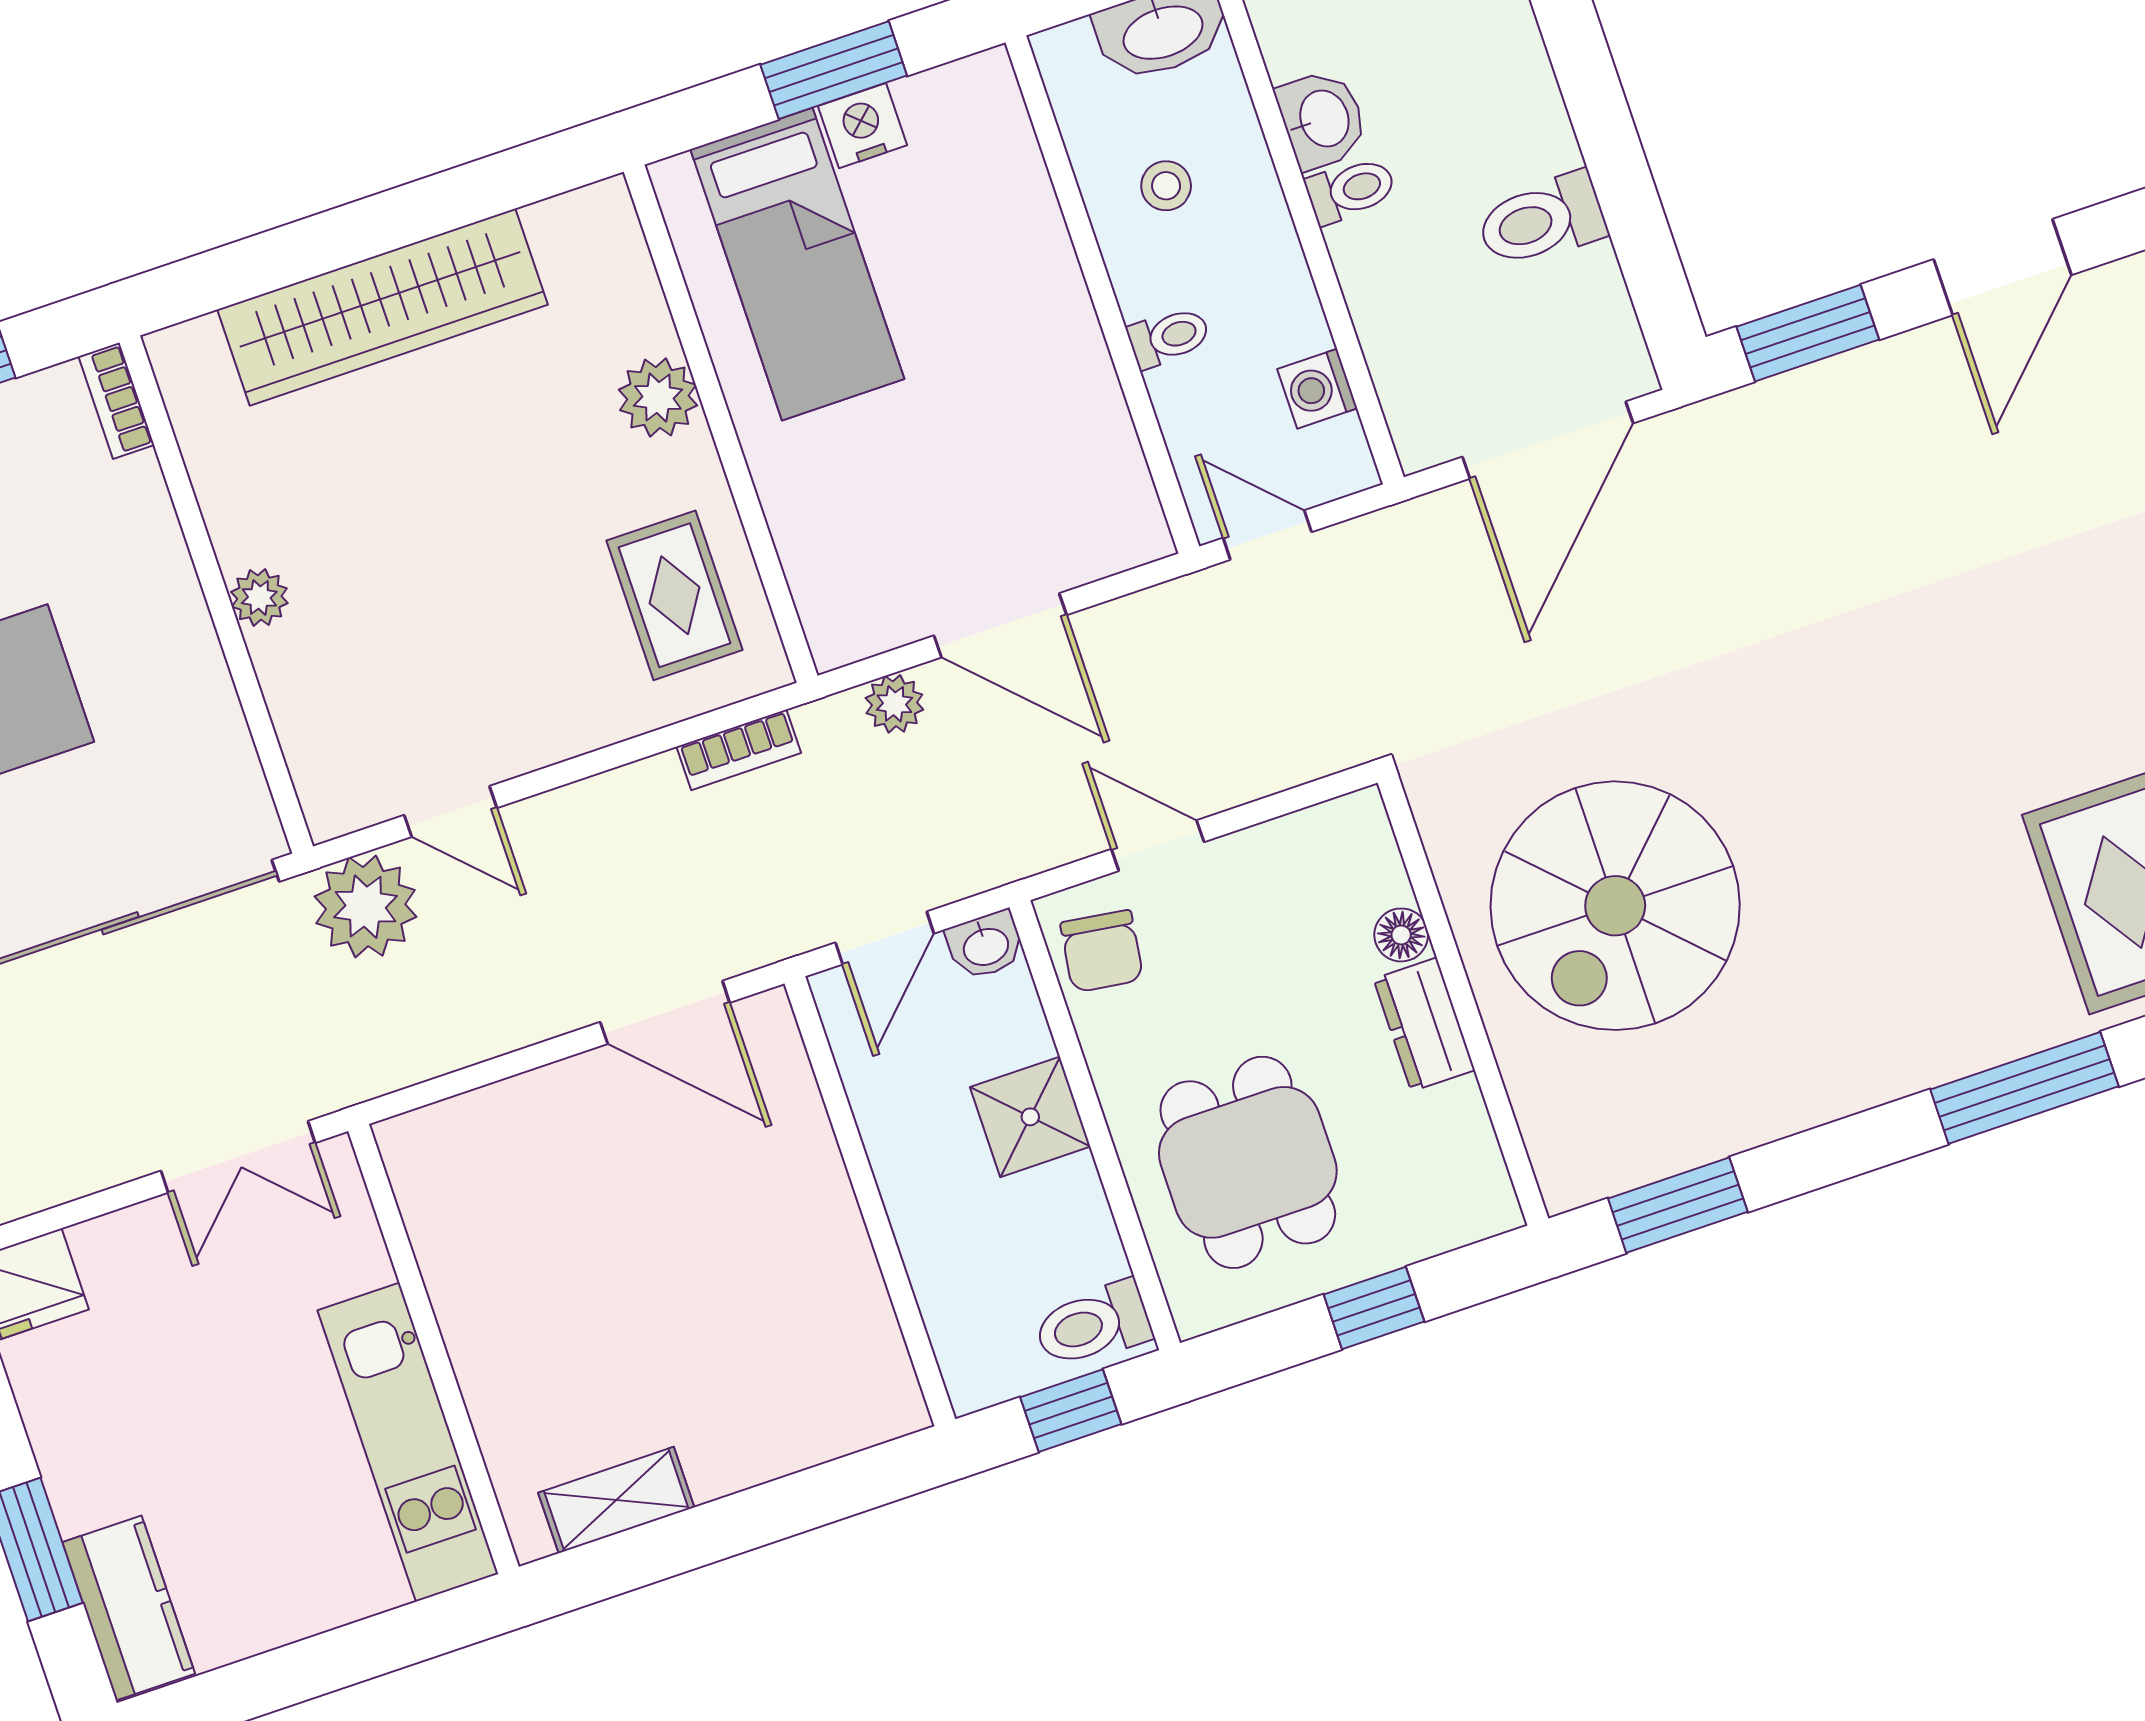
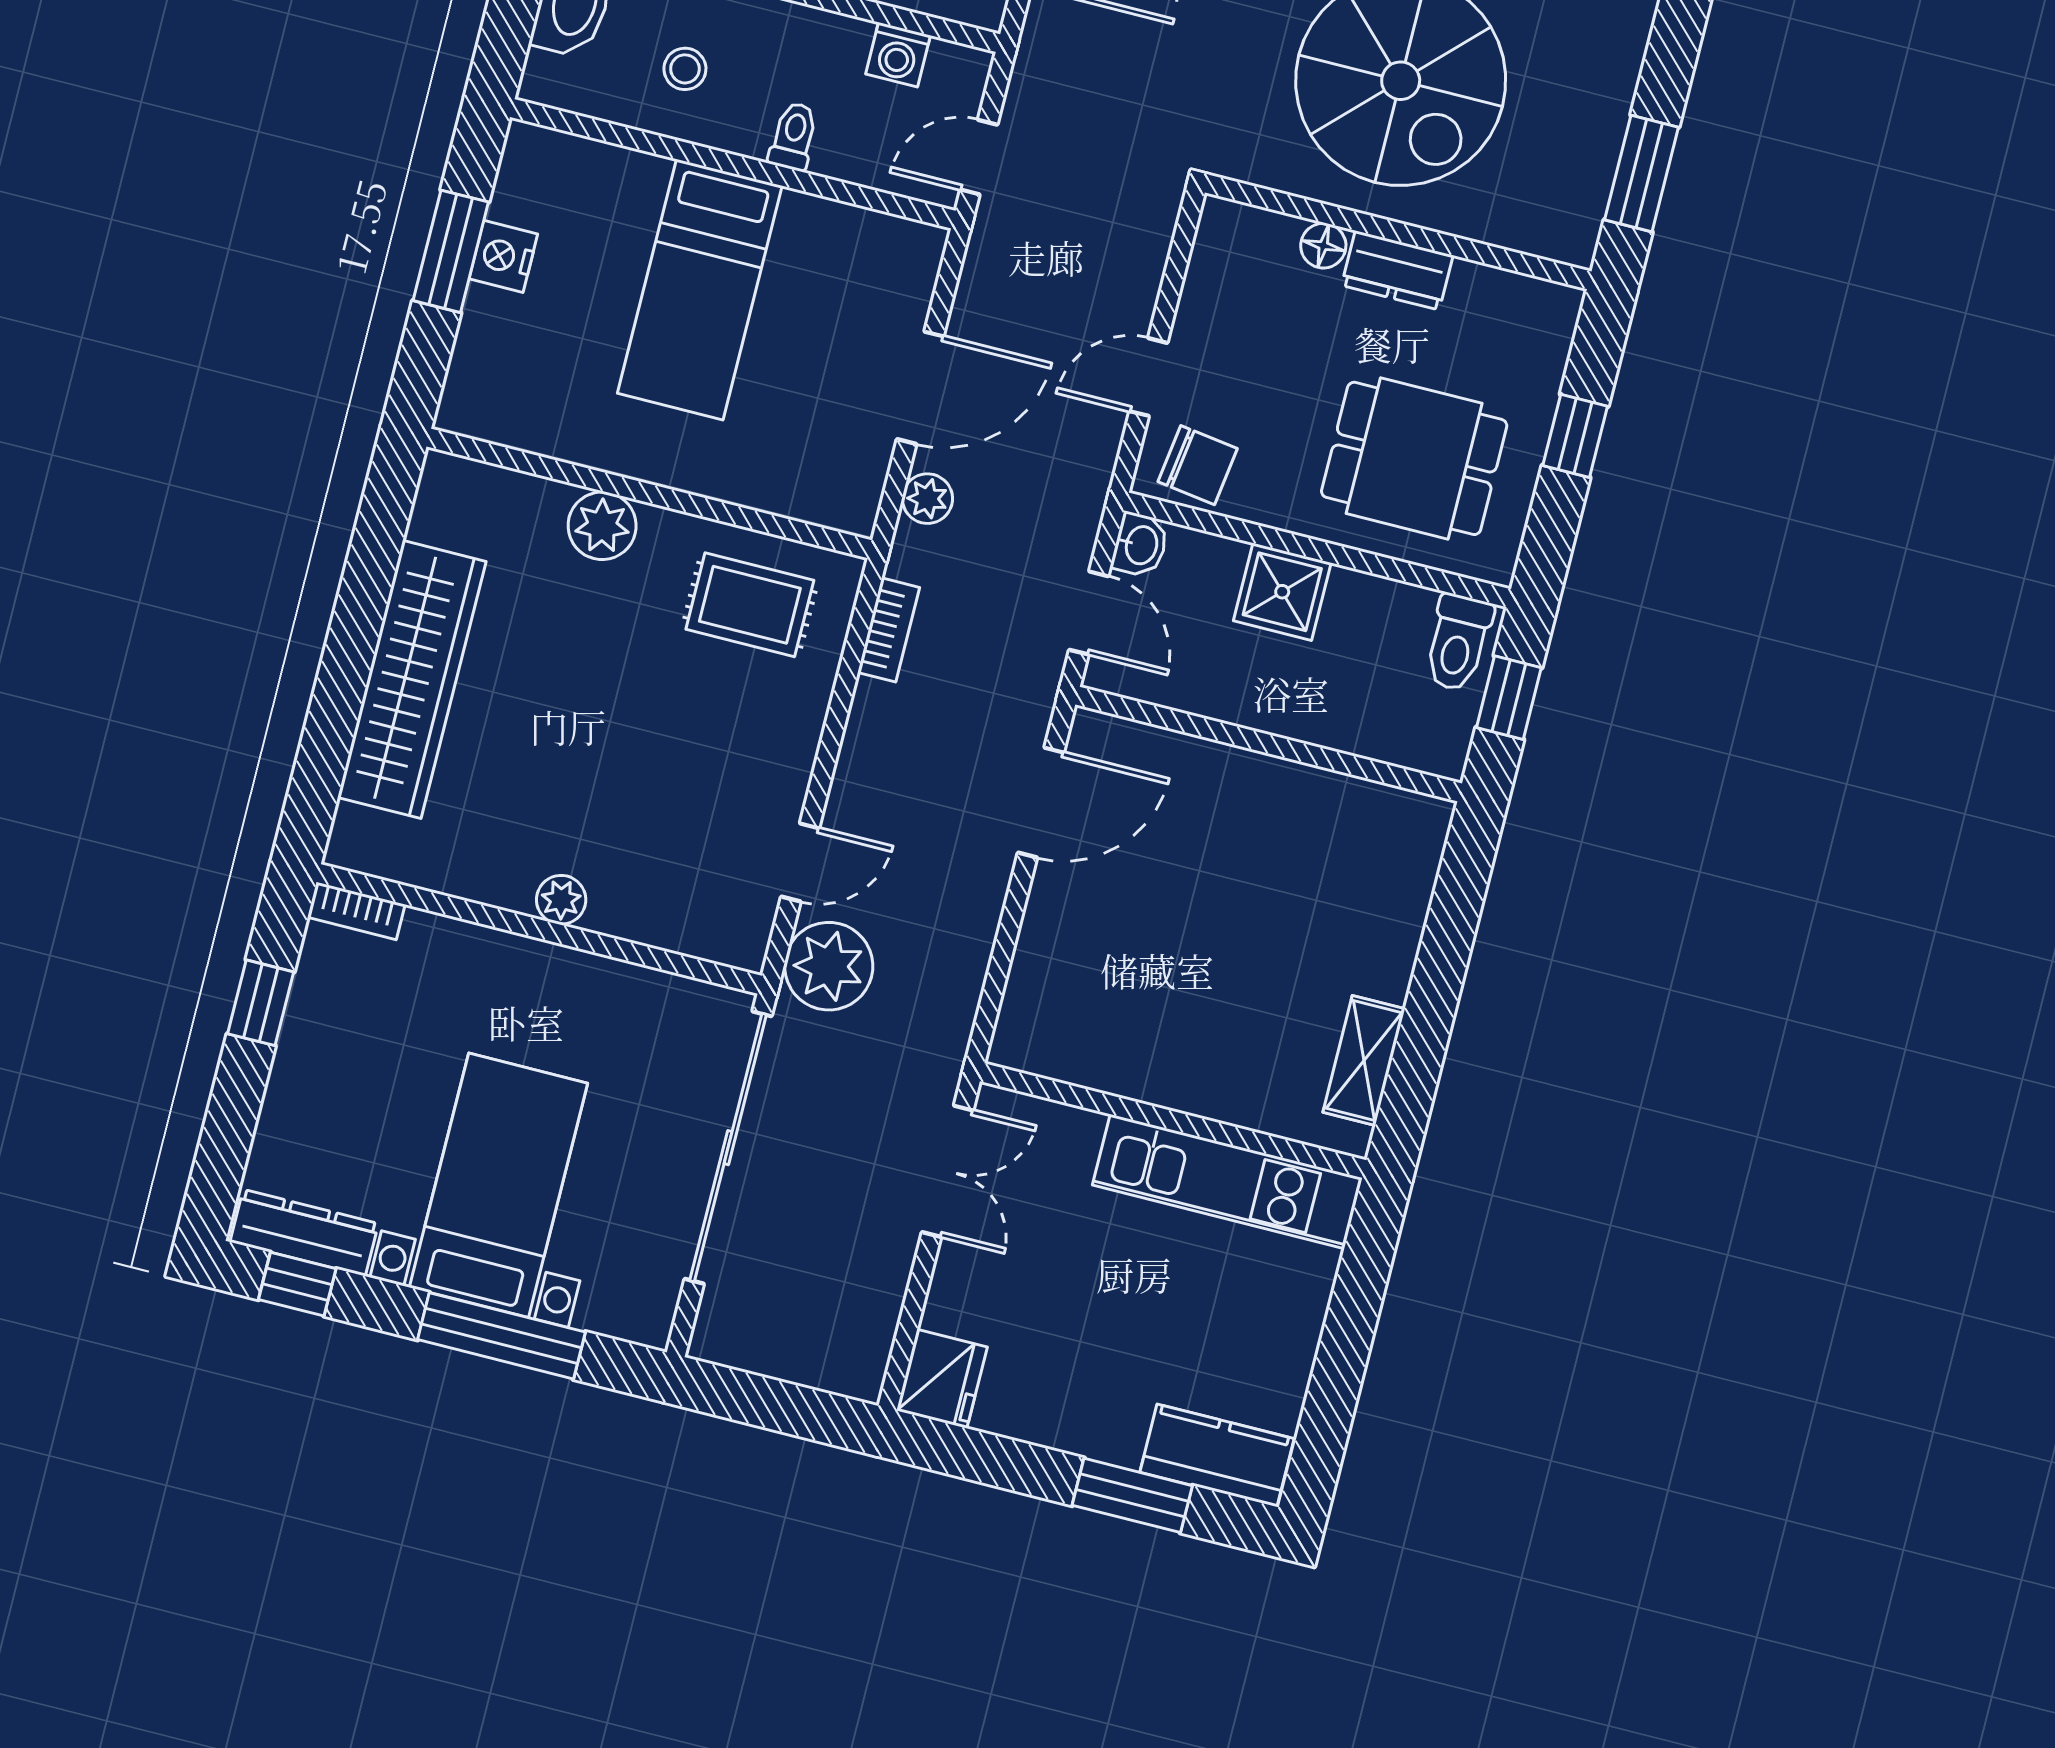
bed: (797, 264) -> (700, 290), moved, turned 90

